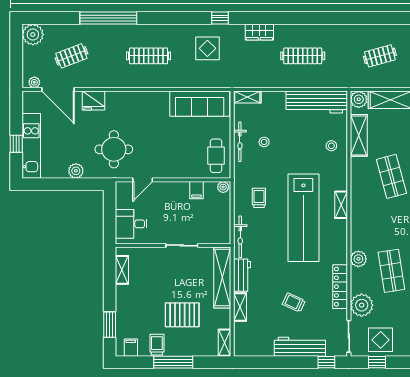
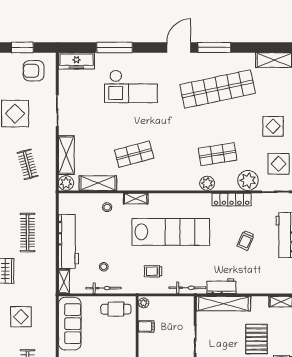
workbench: (317, 102) -> (68, 241), moved
shelving: (341, 205) -> (136, 199), moved
shelving: (240, 307) -> (250, 288), removed

